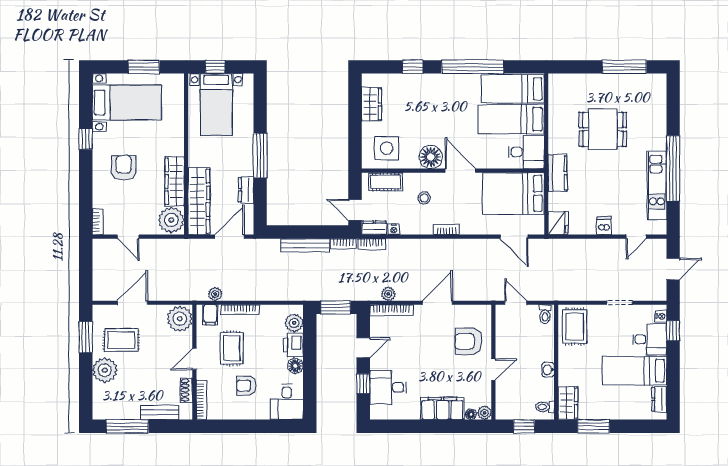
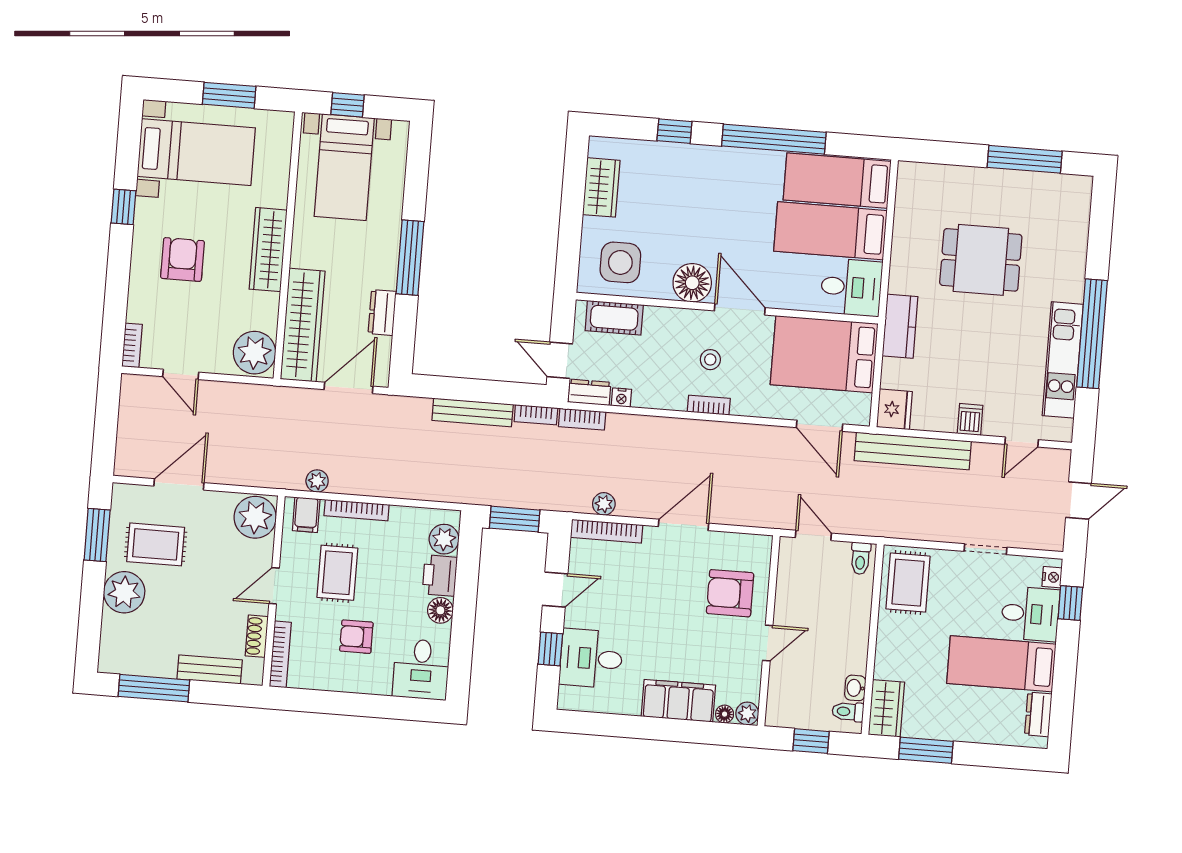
wardrobe: (175, 181) -> (268, 250), moved
stool: (424, 198) -> (710, 360), moved
bench: (571, 247) -> (913, 451), added
washbasin: (548, 370) -> (855, 688), moved

